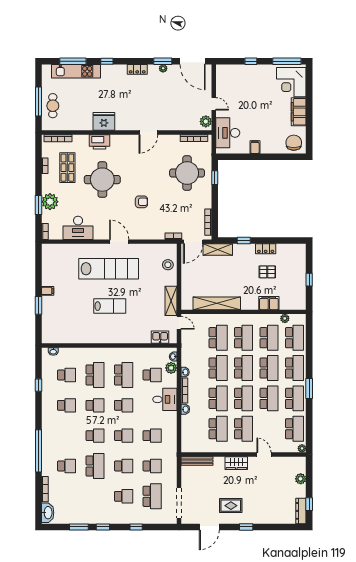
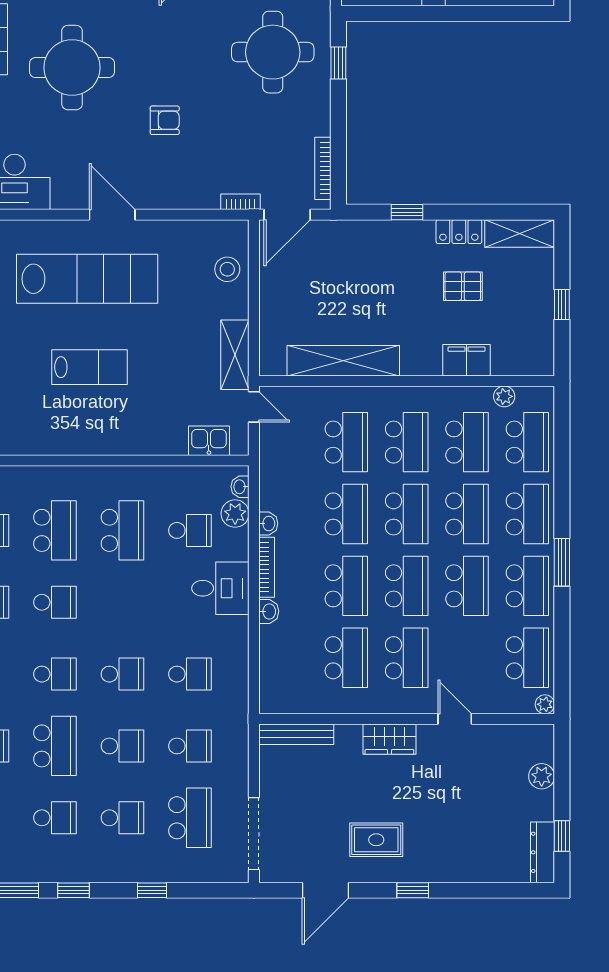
shelving: (218, 250) -> (520, 233), moved
school desk: (124, 405) -> (55, 818), moved

